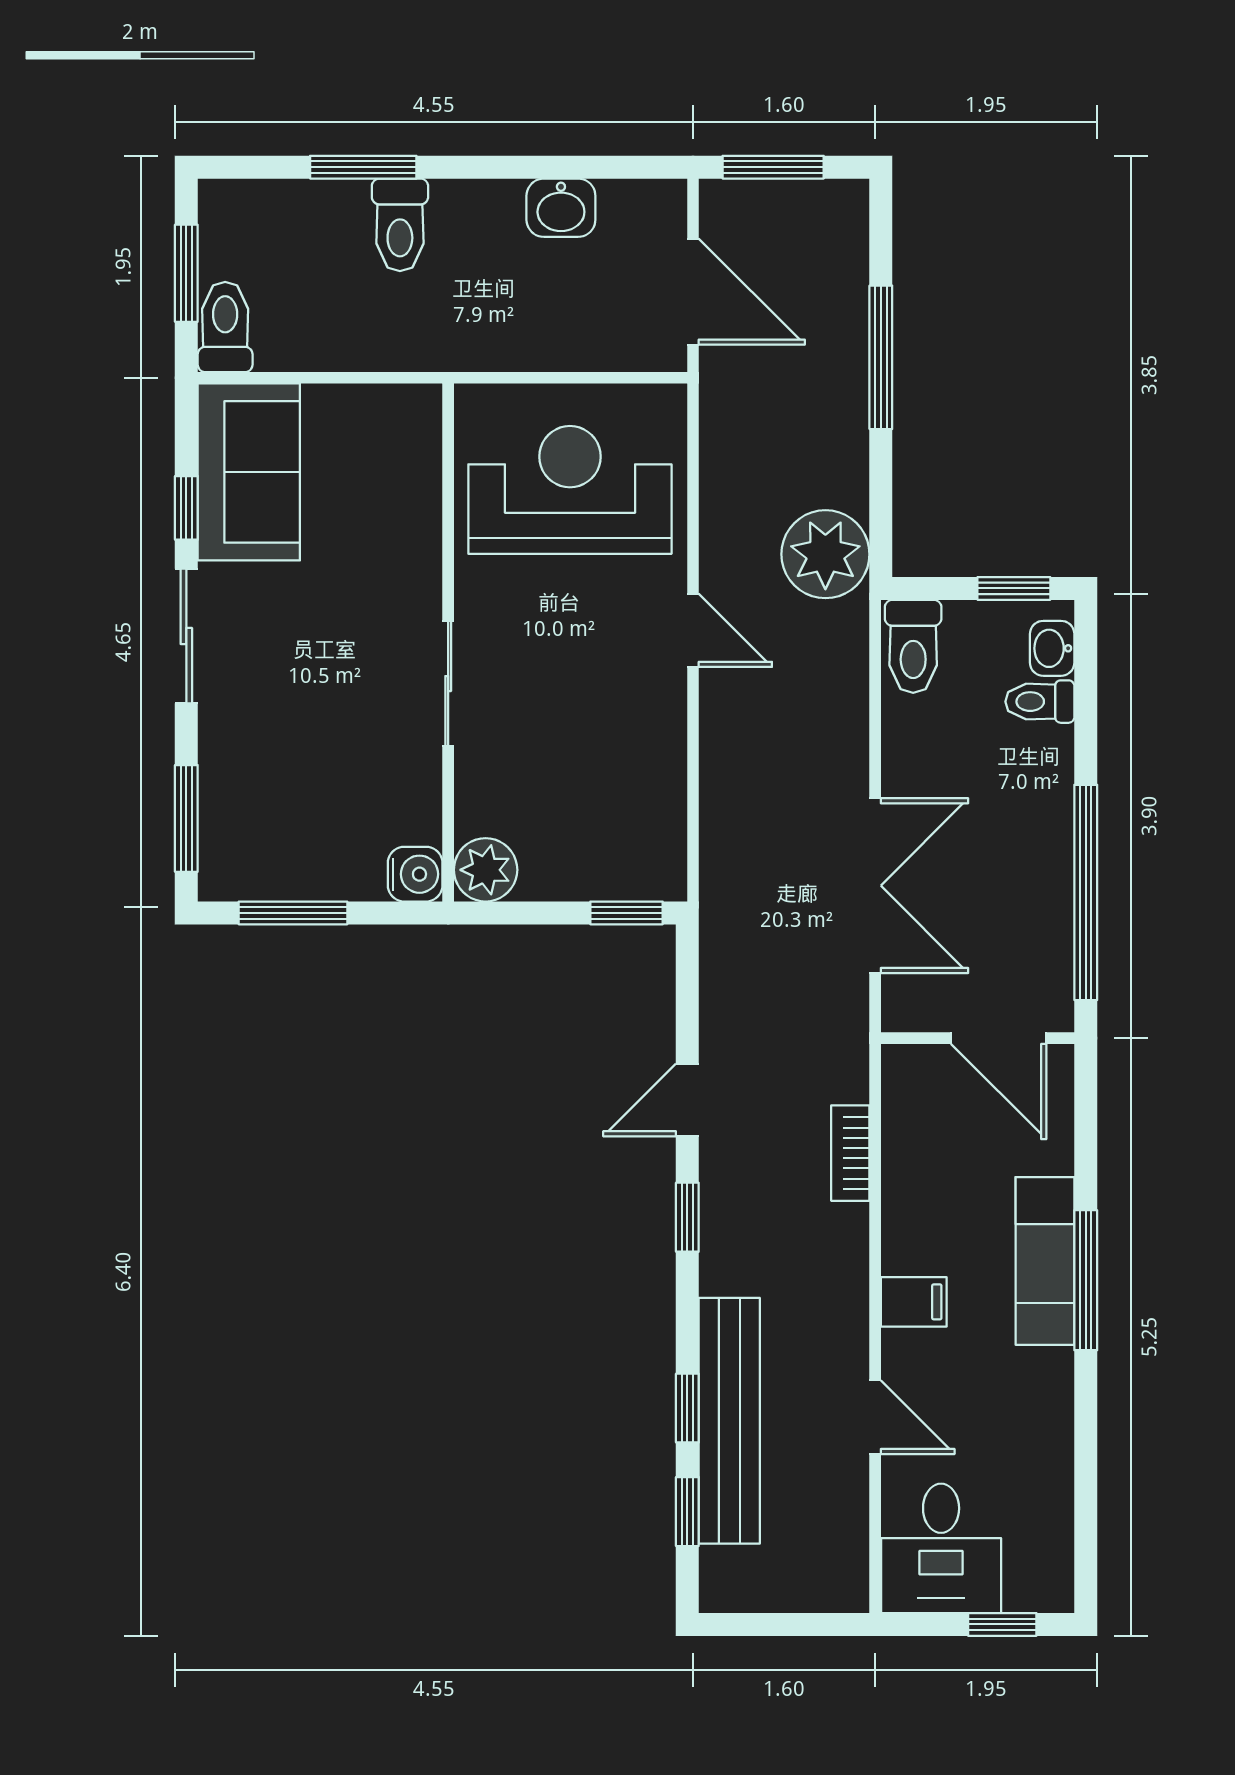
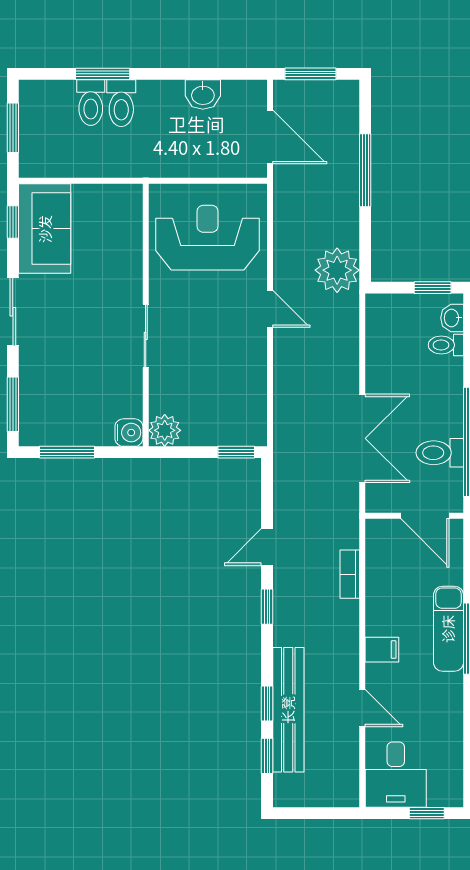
toilet: (225, 327) -> (91, 103), moved, turned 180
window: (186, 508) -> (13, 222), moved
toilet: (913, 646) -> (440, 453), moved, turned 90

